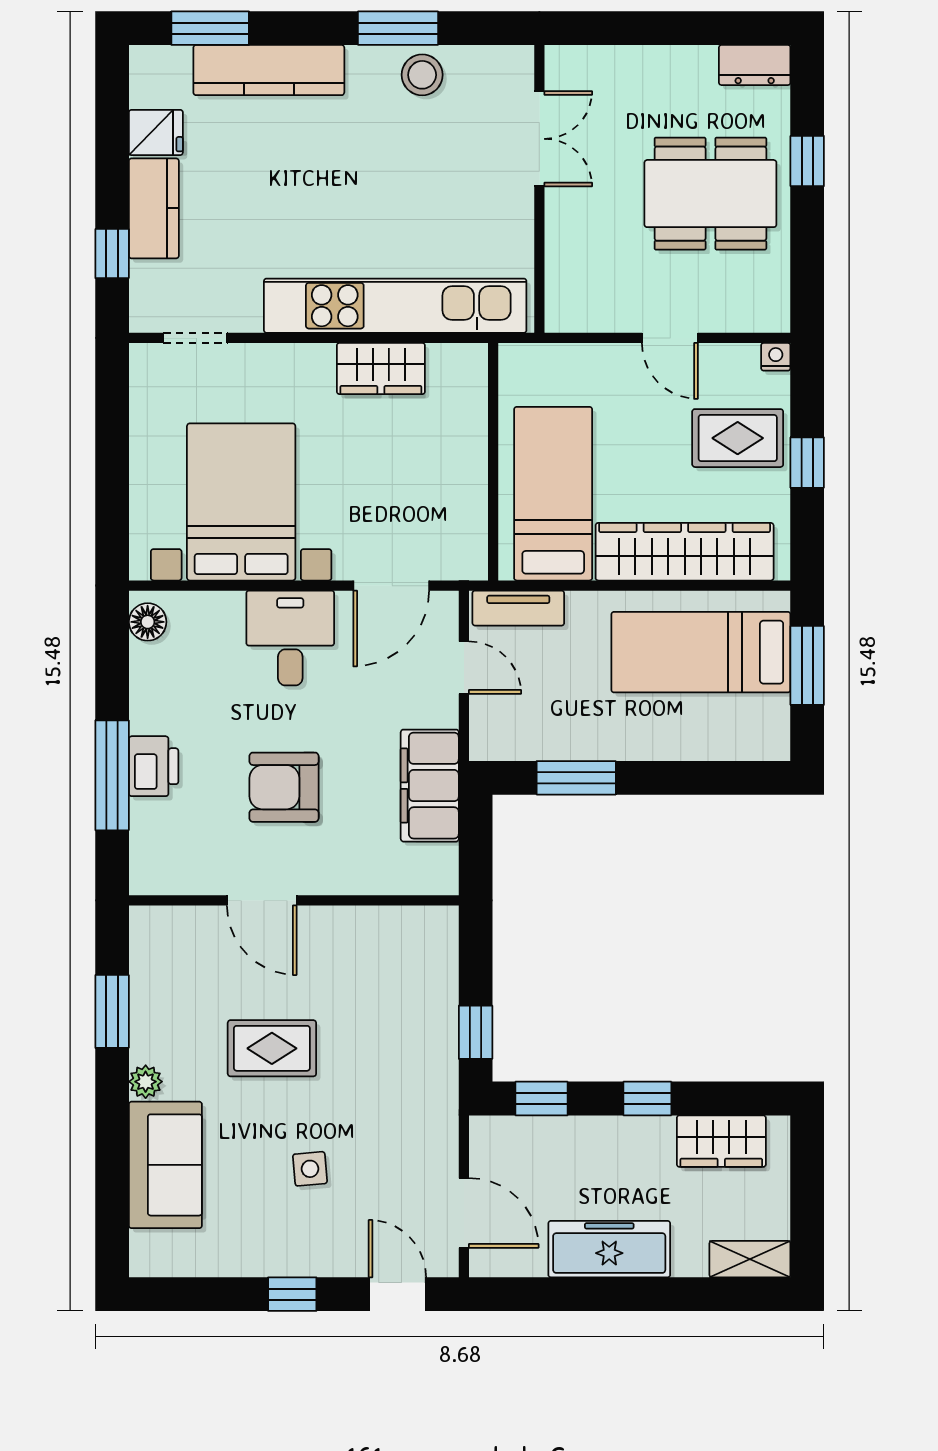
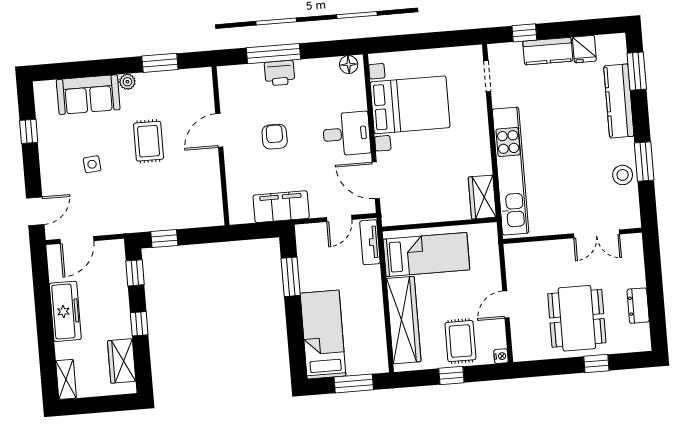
dresser: (755, 65) -> (638, 306), moved
wardrobe: (381, 368) -> (482, 197), moved
bed: (701, 652) -> (323, 335), moved
armchair: (284, 787) -> (275, 137), width x0.72, depth x0.72
window: (292, 1294) -> (29, 131), moved

